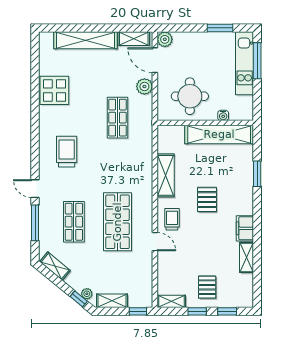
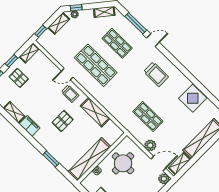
pallet: (207, 200) -> (63, 121), turned 90

